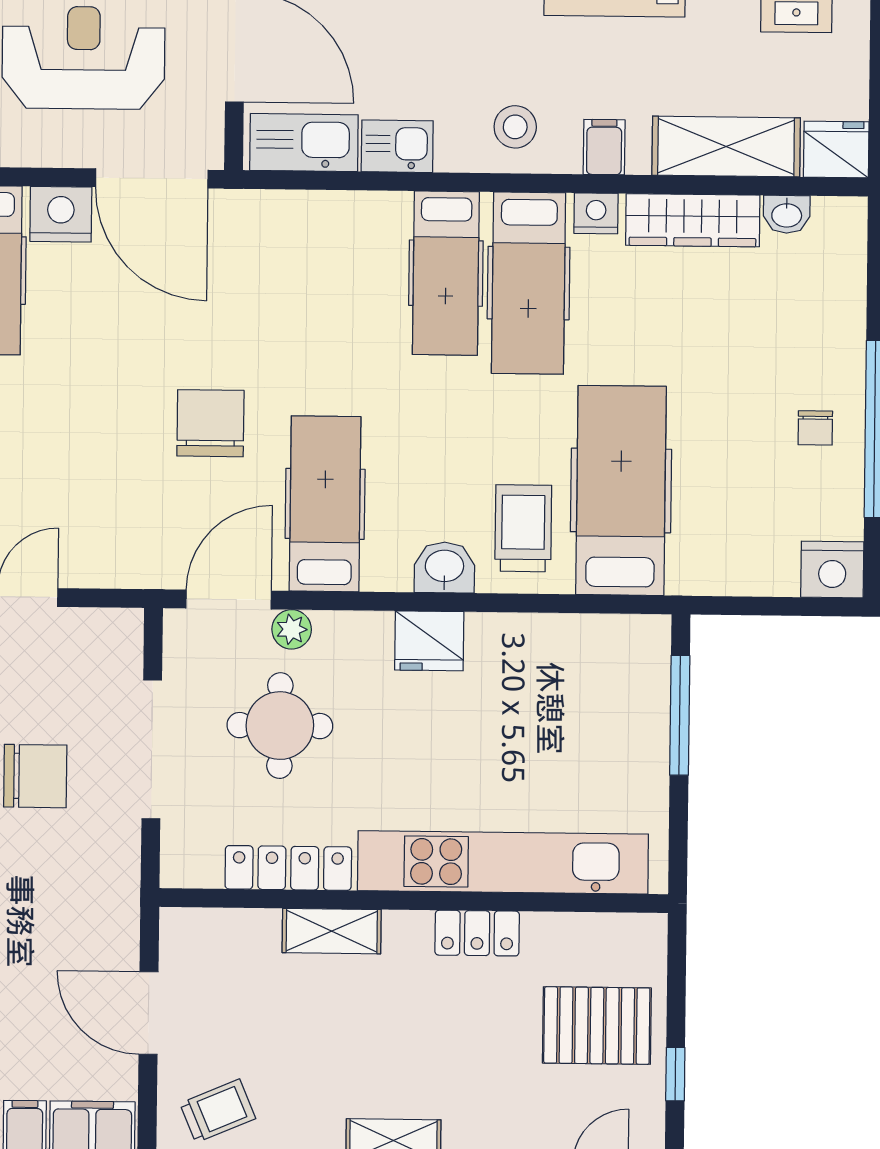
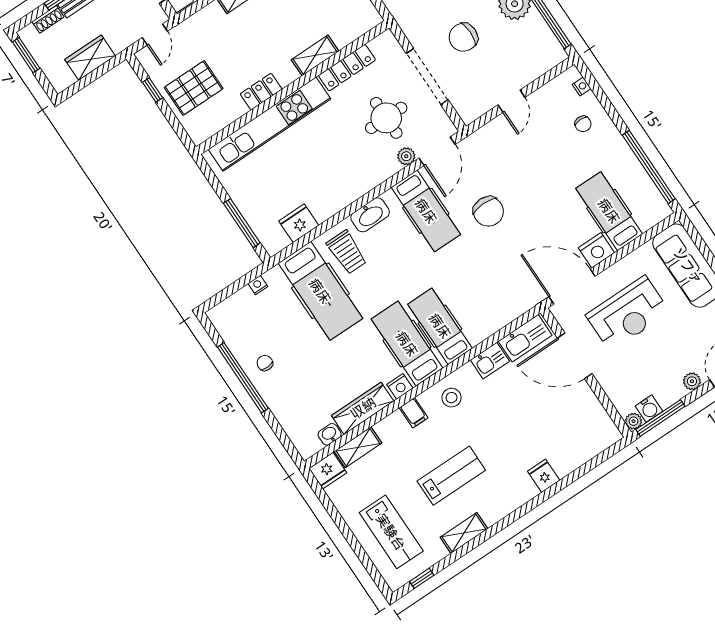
shelving: (726, 147) -> (358, 447), width x0.67, depth x0.75
washbasin: (444, 567) -> (370, 215), width x1.38
nightstand: (832, 569) -> (258, 285), moved, width x0.53, depth x0.56
fridge: (429, 641) -> (299, 223), moved

